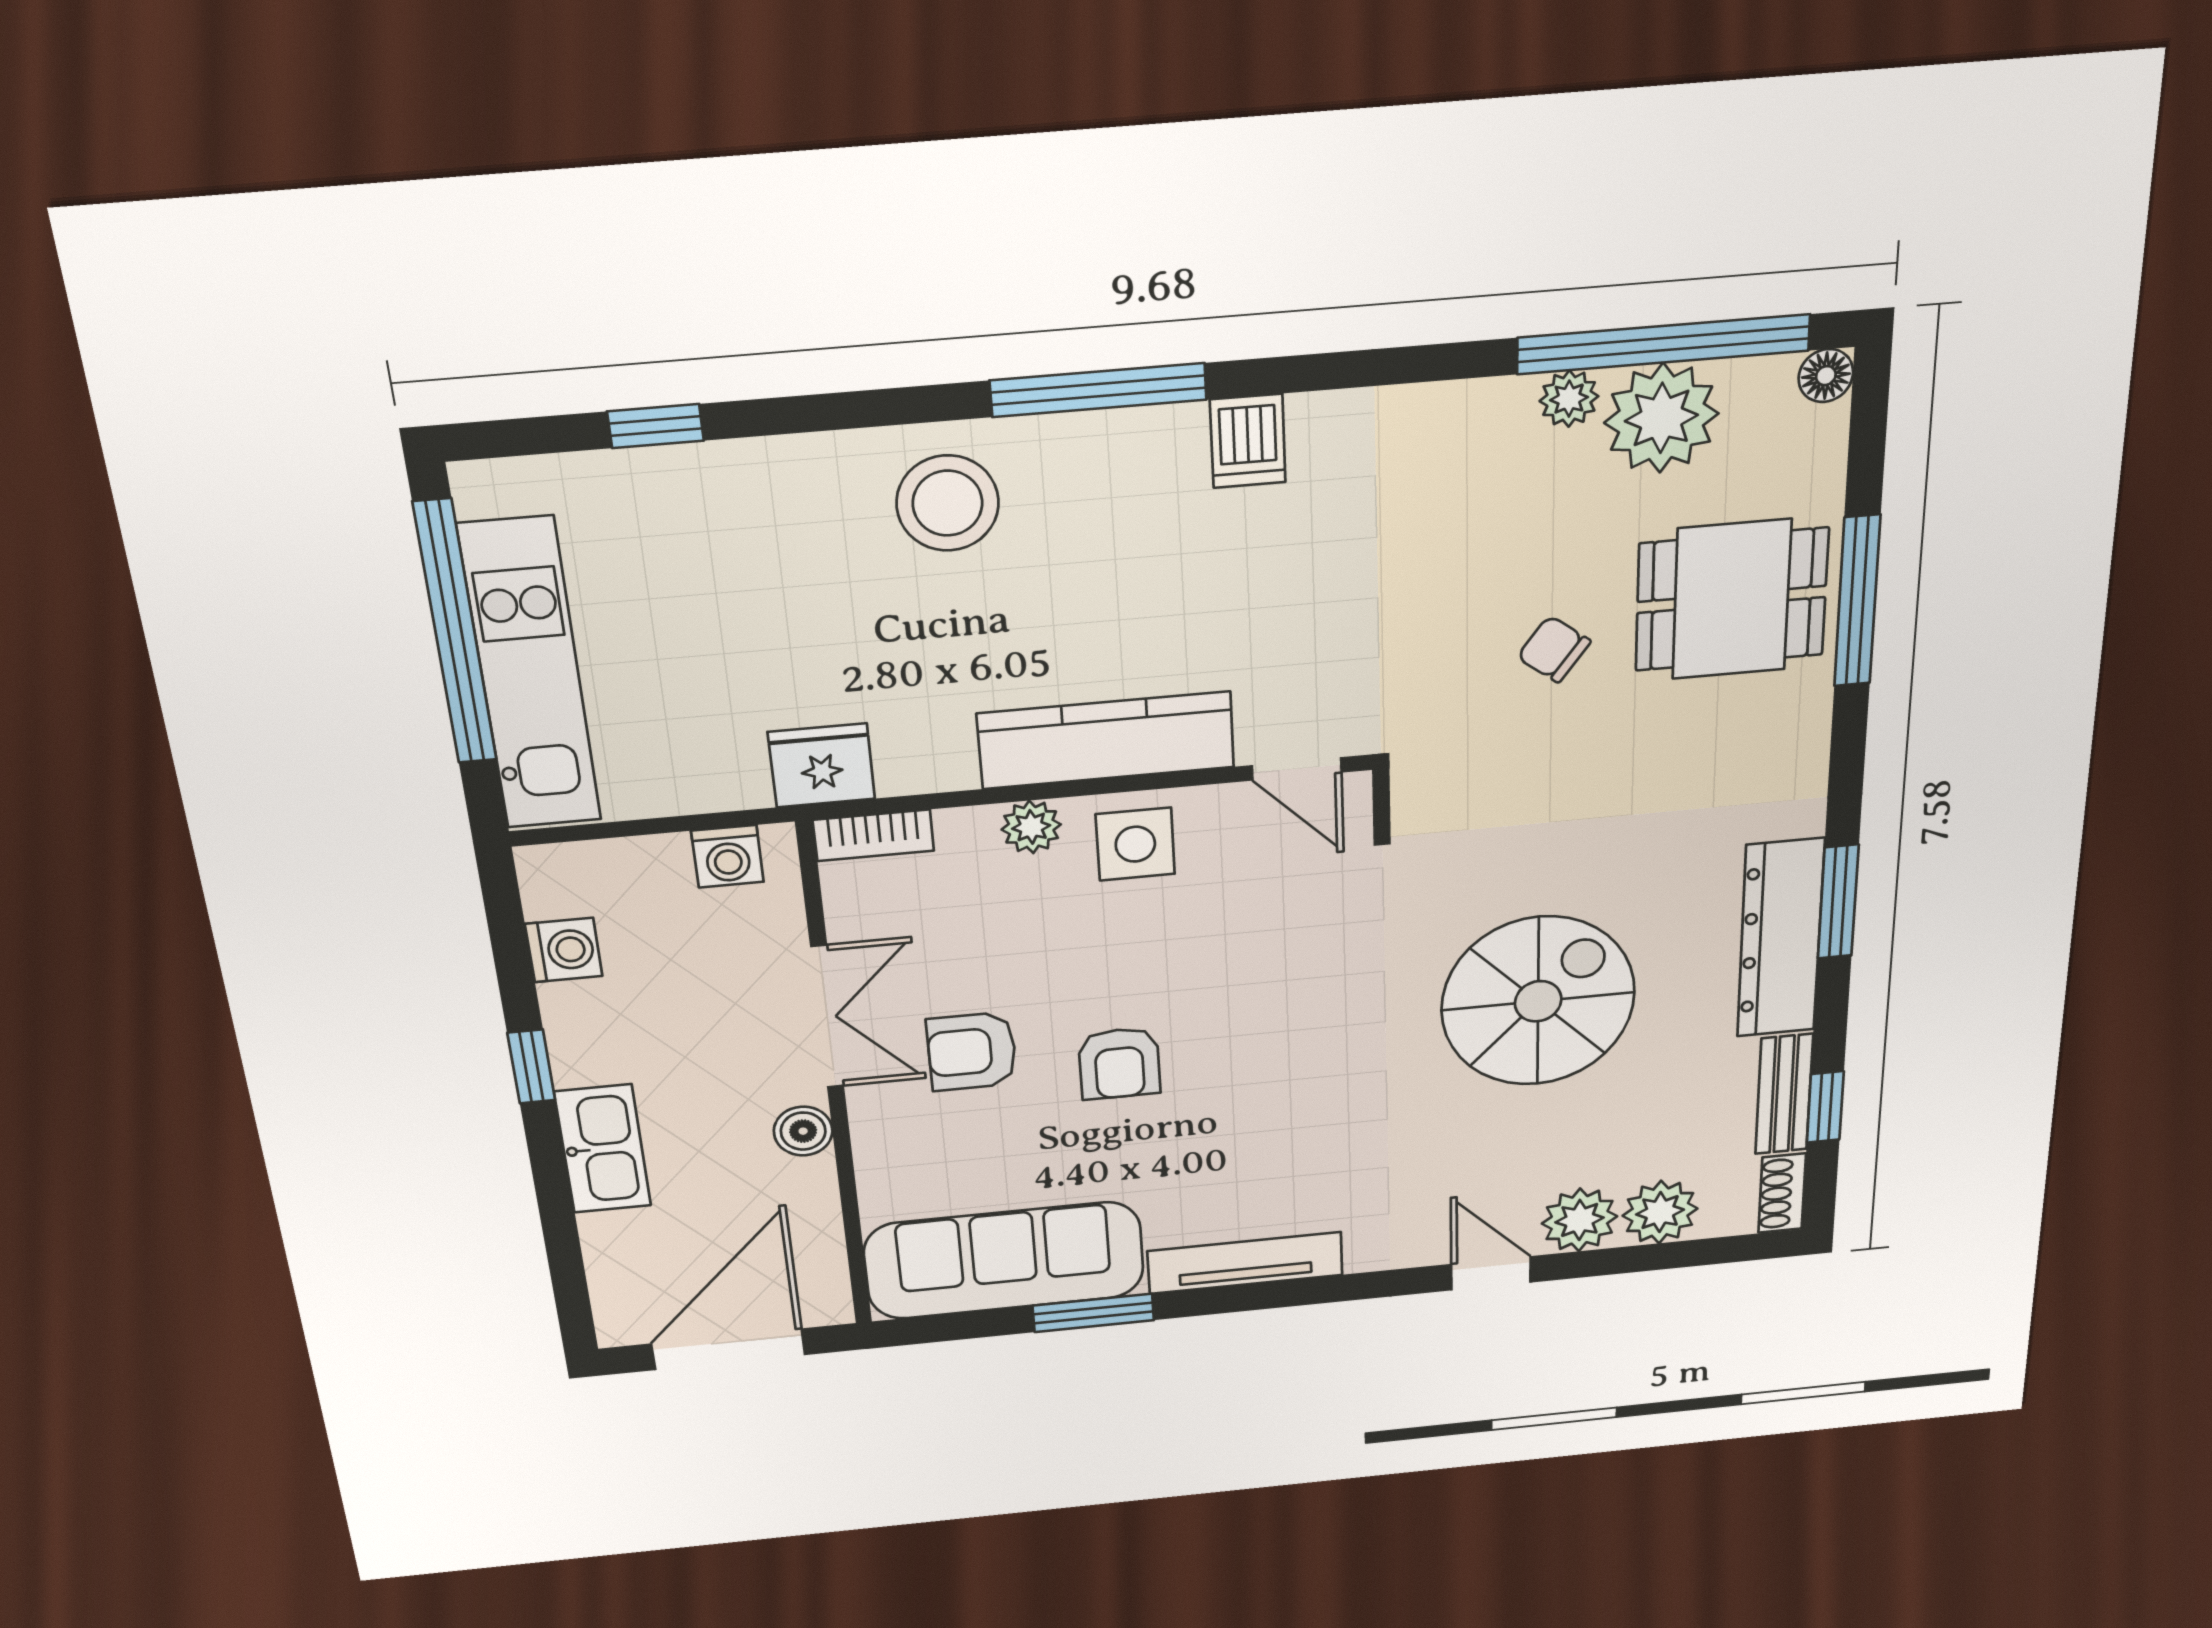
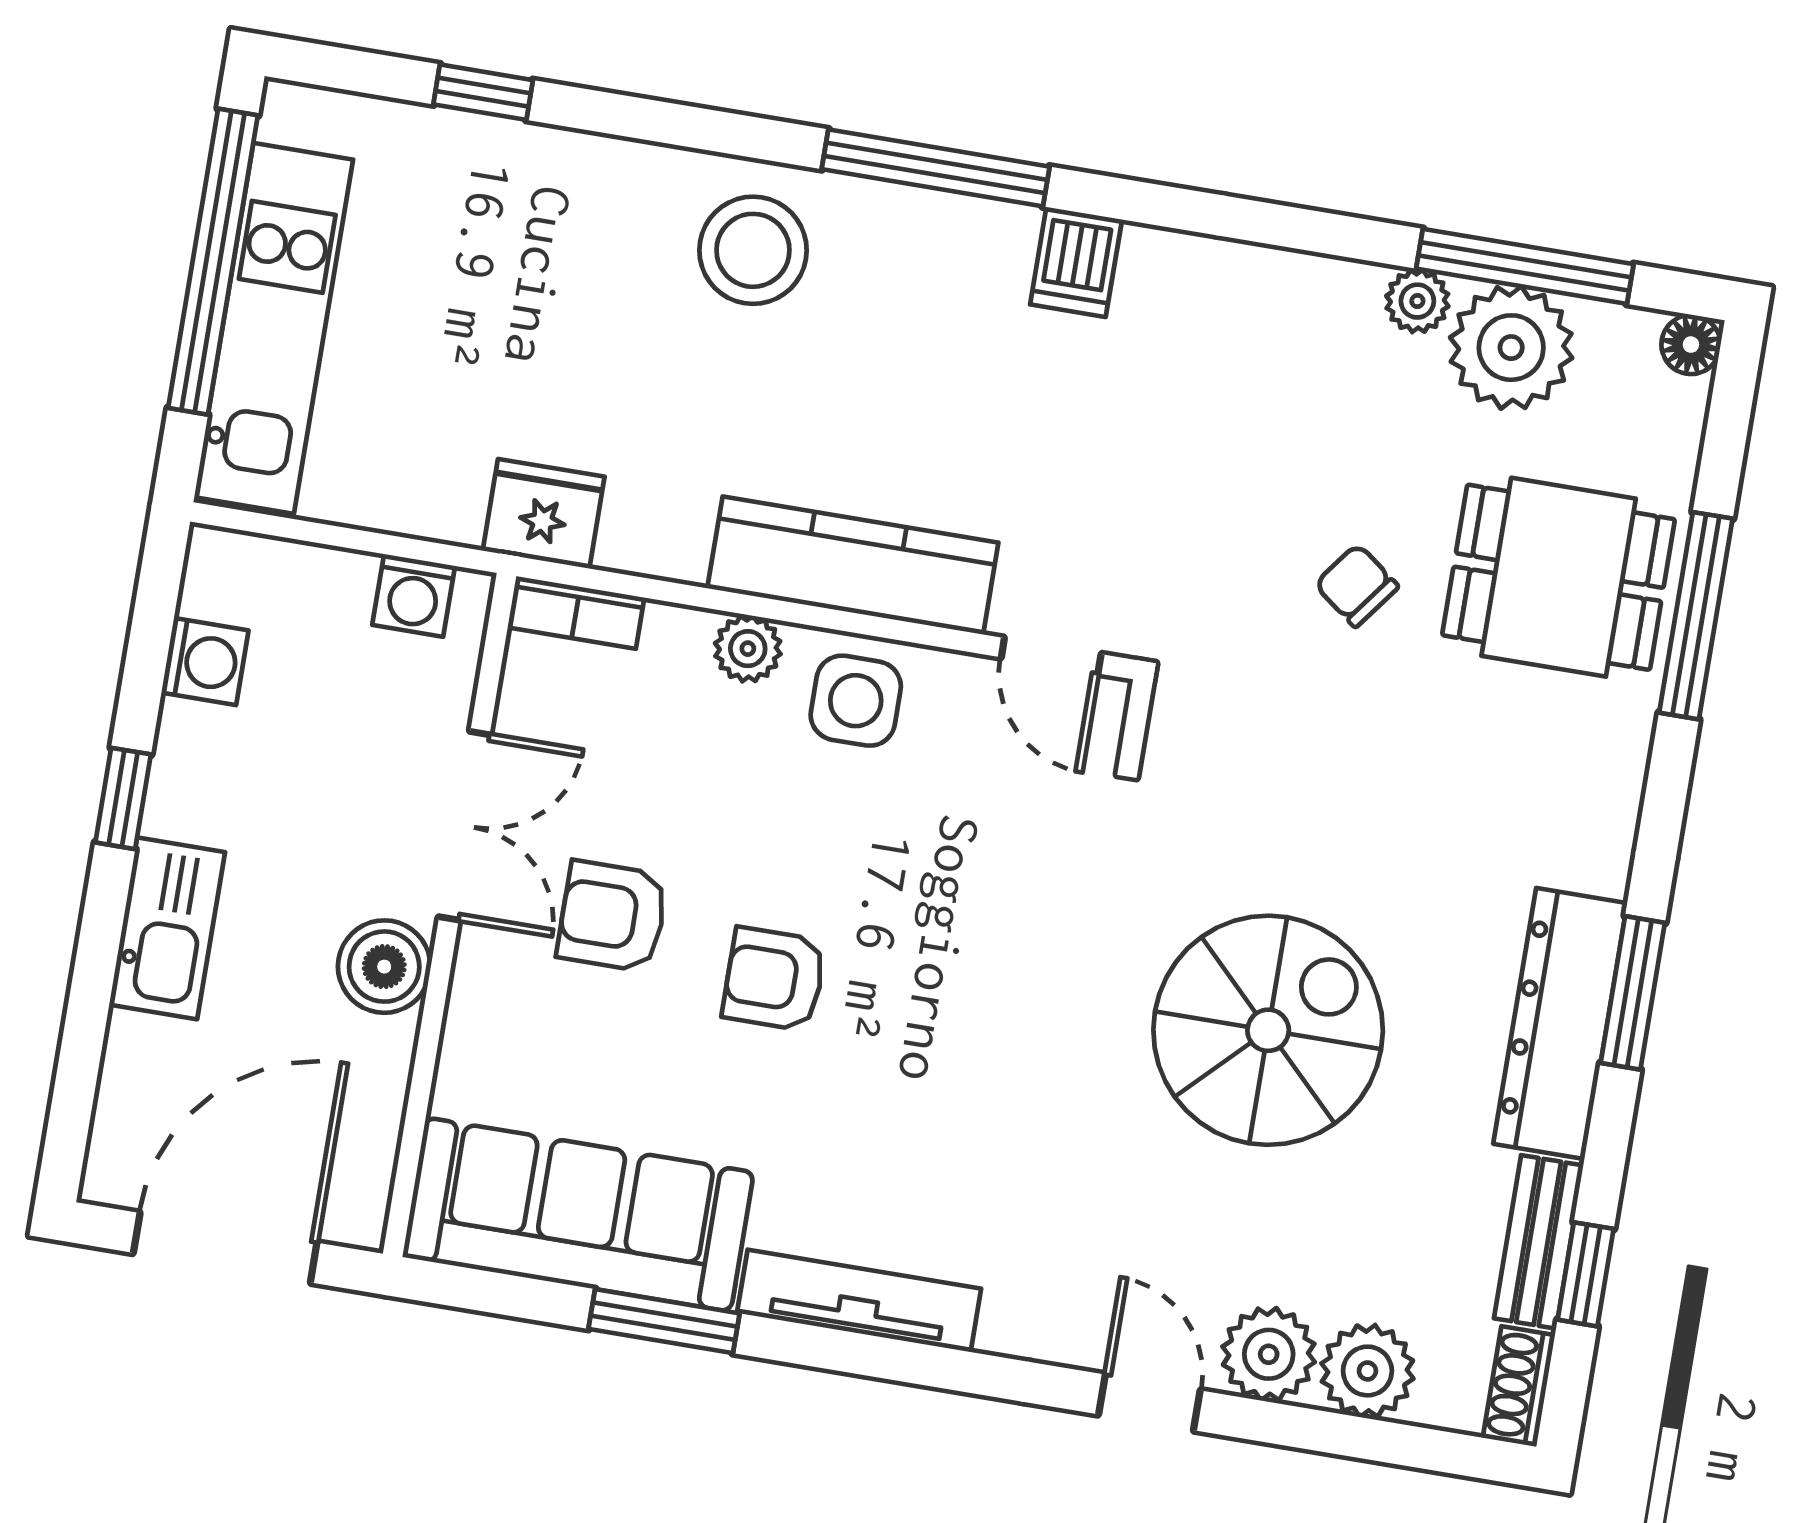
window: (1664, 344) -> (1525, 266), width x0.68
armchair: (1119, 1063) -> (774, 979), turned 90
boiler: (803, 1131) -> (384, 967), width x1.36, depth x1.36

